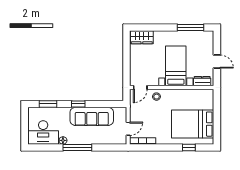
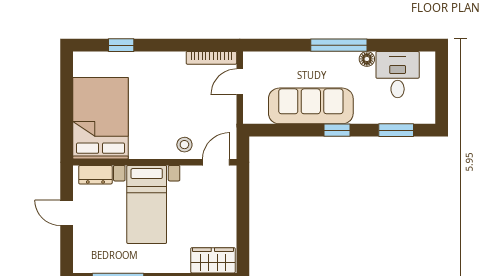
bed: (193, 124) -> (101, 118), moved, turned -90
desk: (43, 132) -> (398, 75), width x0.73

